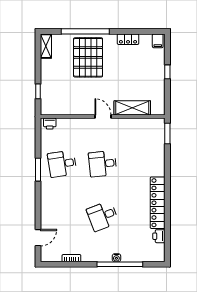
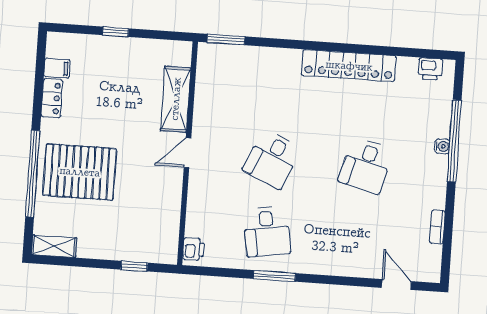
filing cabinet: (158, 41) -> (57, 68), moved
desk: (103, 164) -> (272, 159), turned 30
desk: (103, 216) -> (366, 166), turned 36
printer: (159, 236) -> (430, 69), moved

